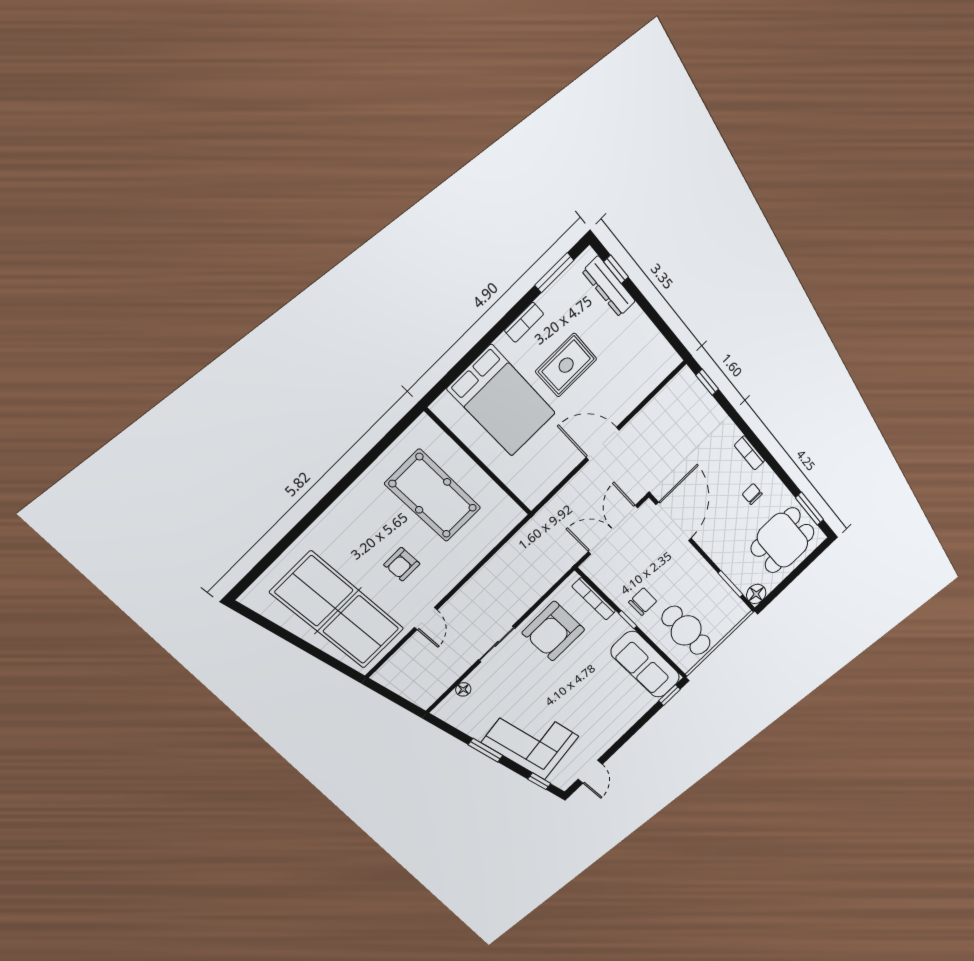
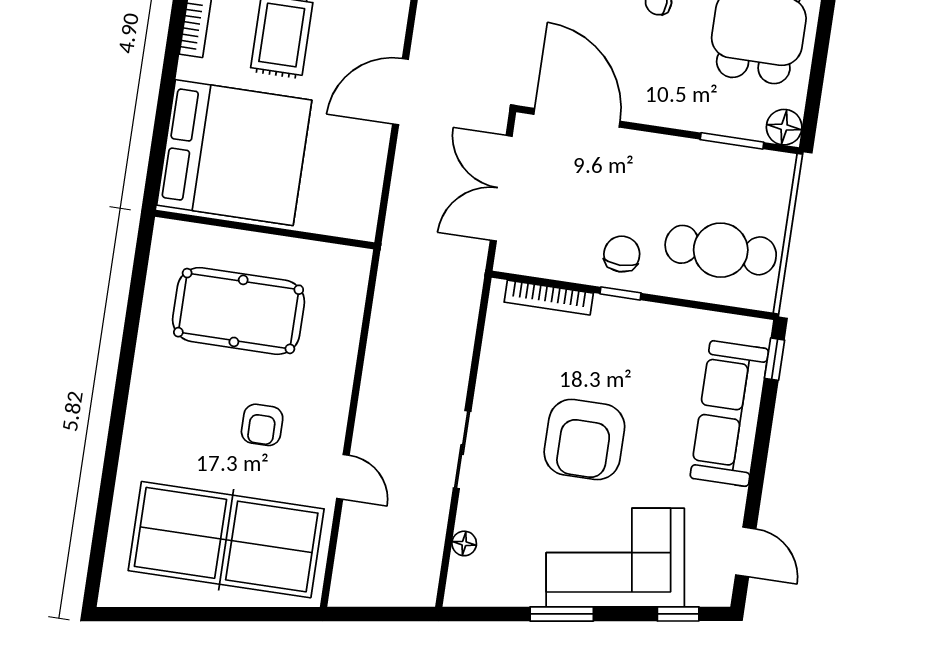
bed: (502, 401) -> (234, 153), width x1.36
armchair: (553, 631) -> (584, 439), moved
sofa: (645, 665) -> (729, 413), moved, turned 90

